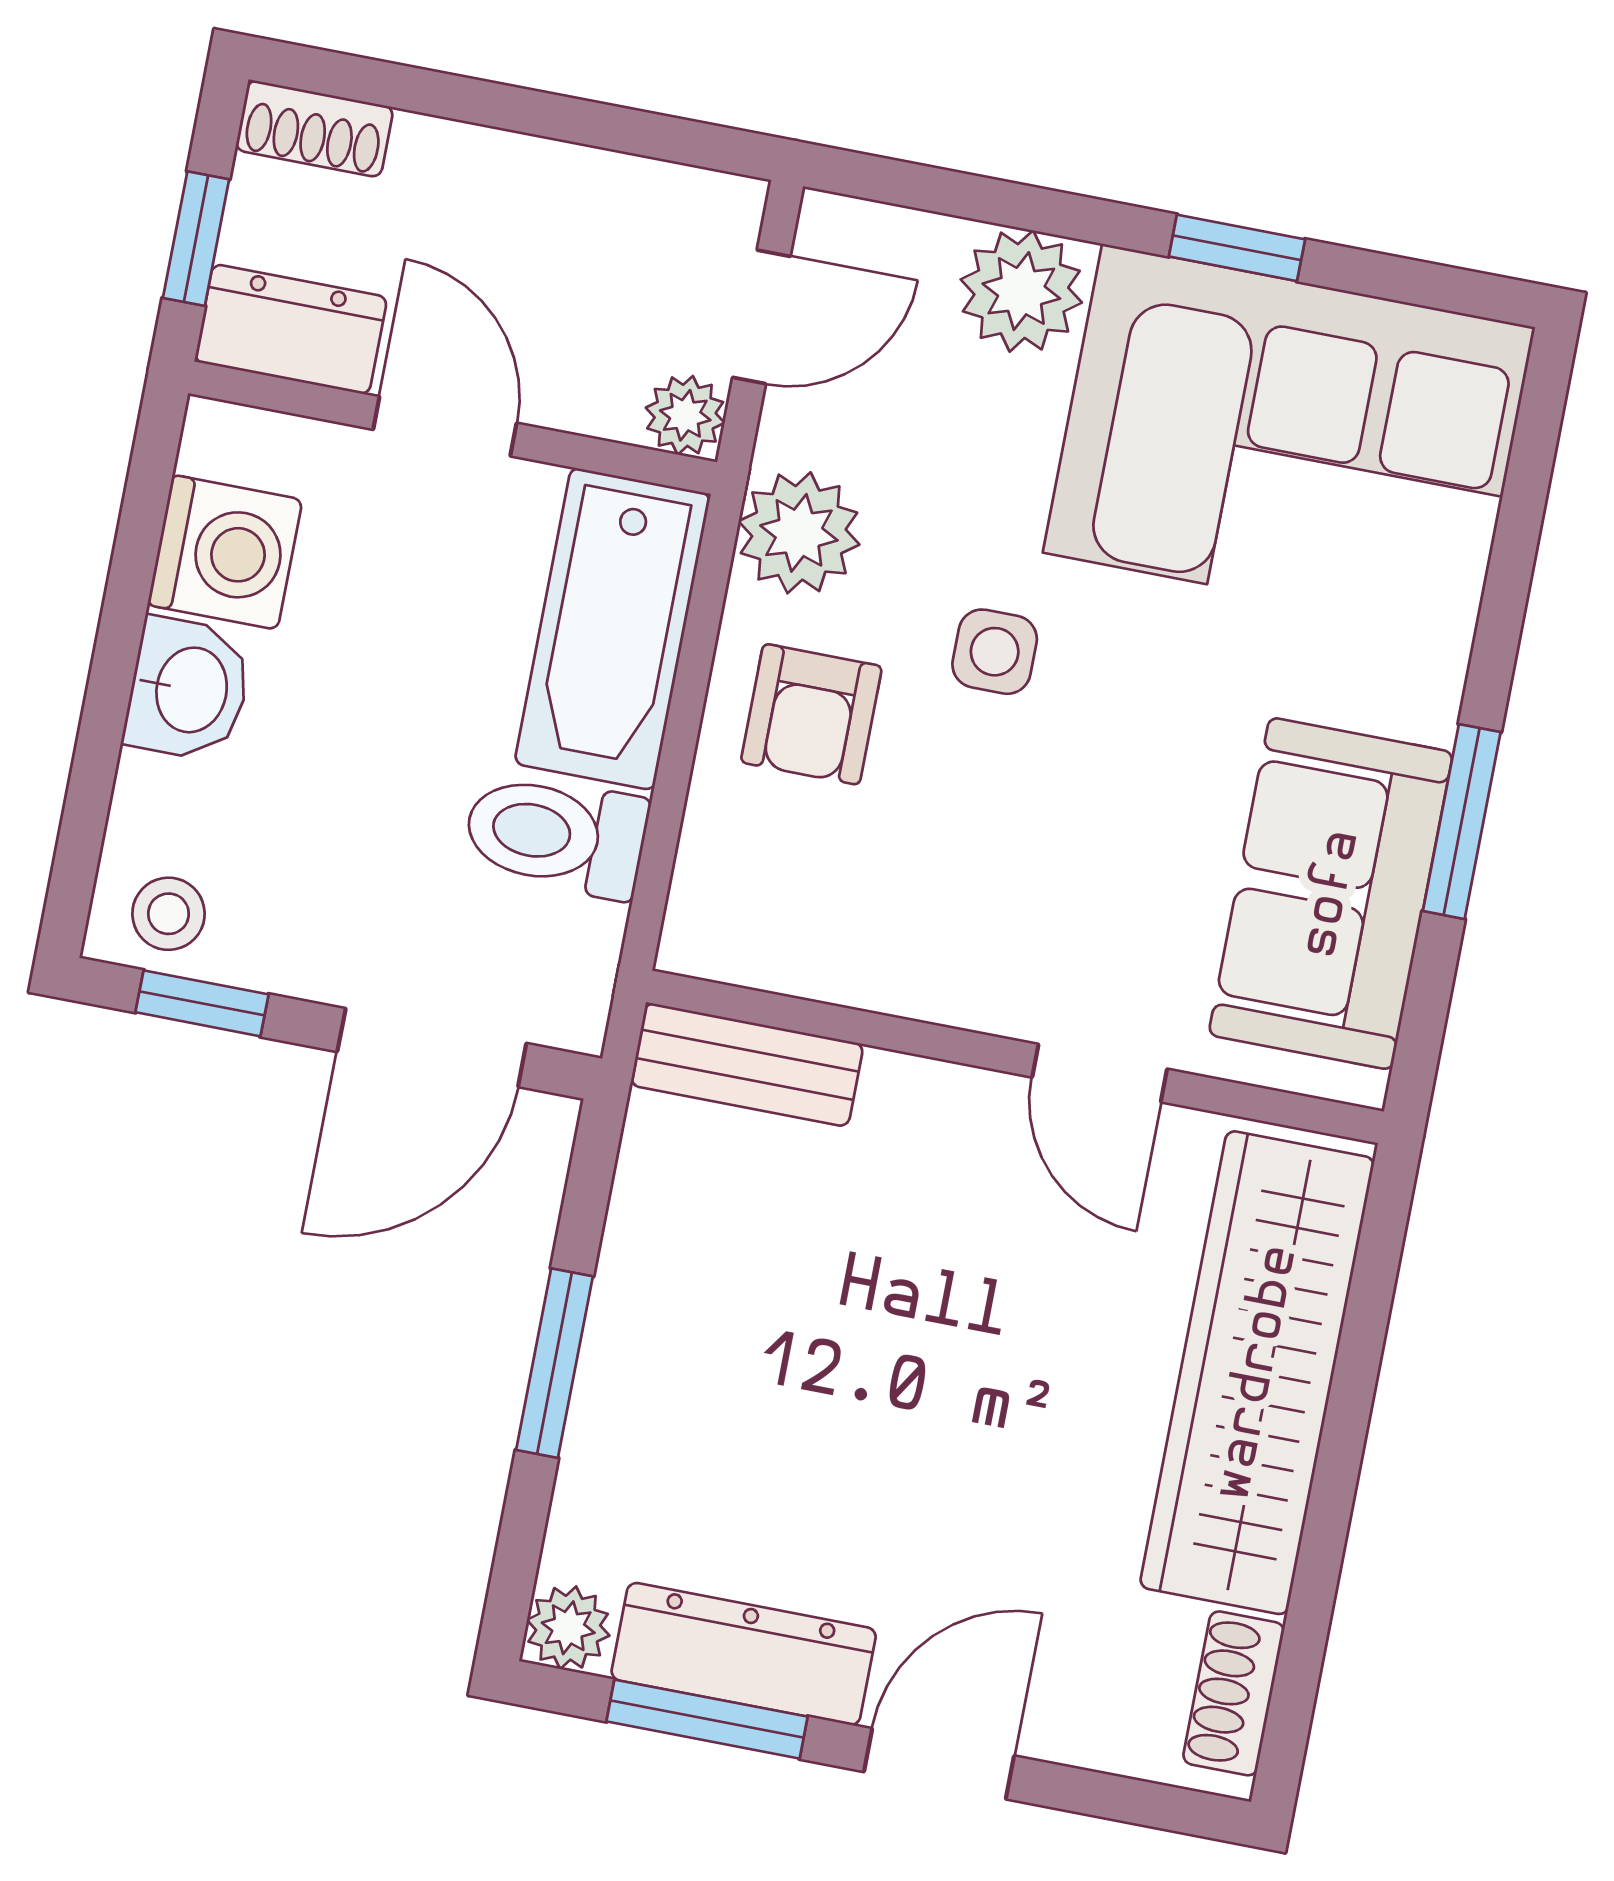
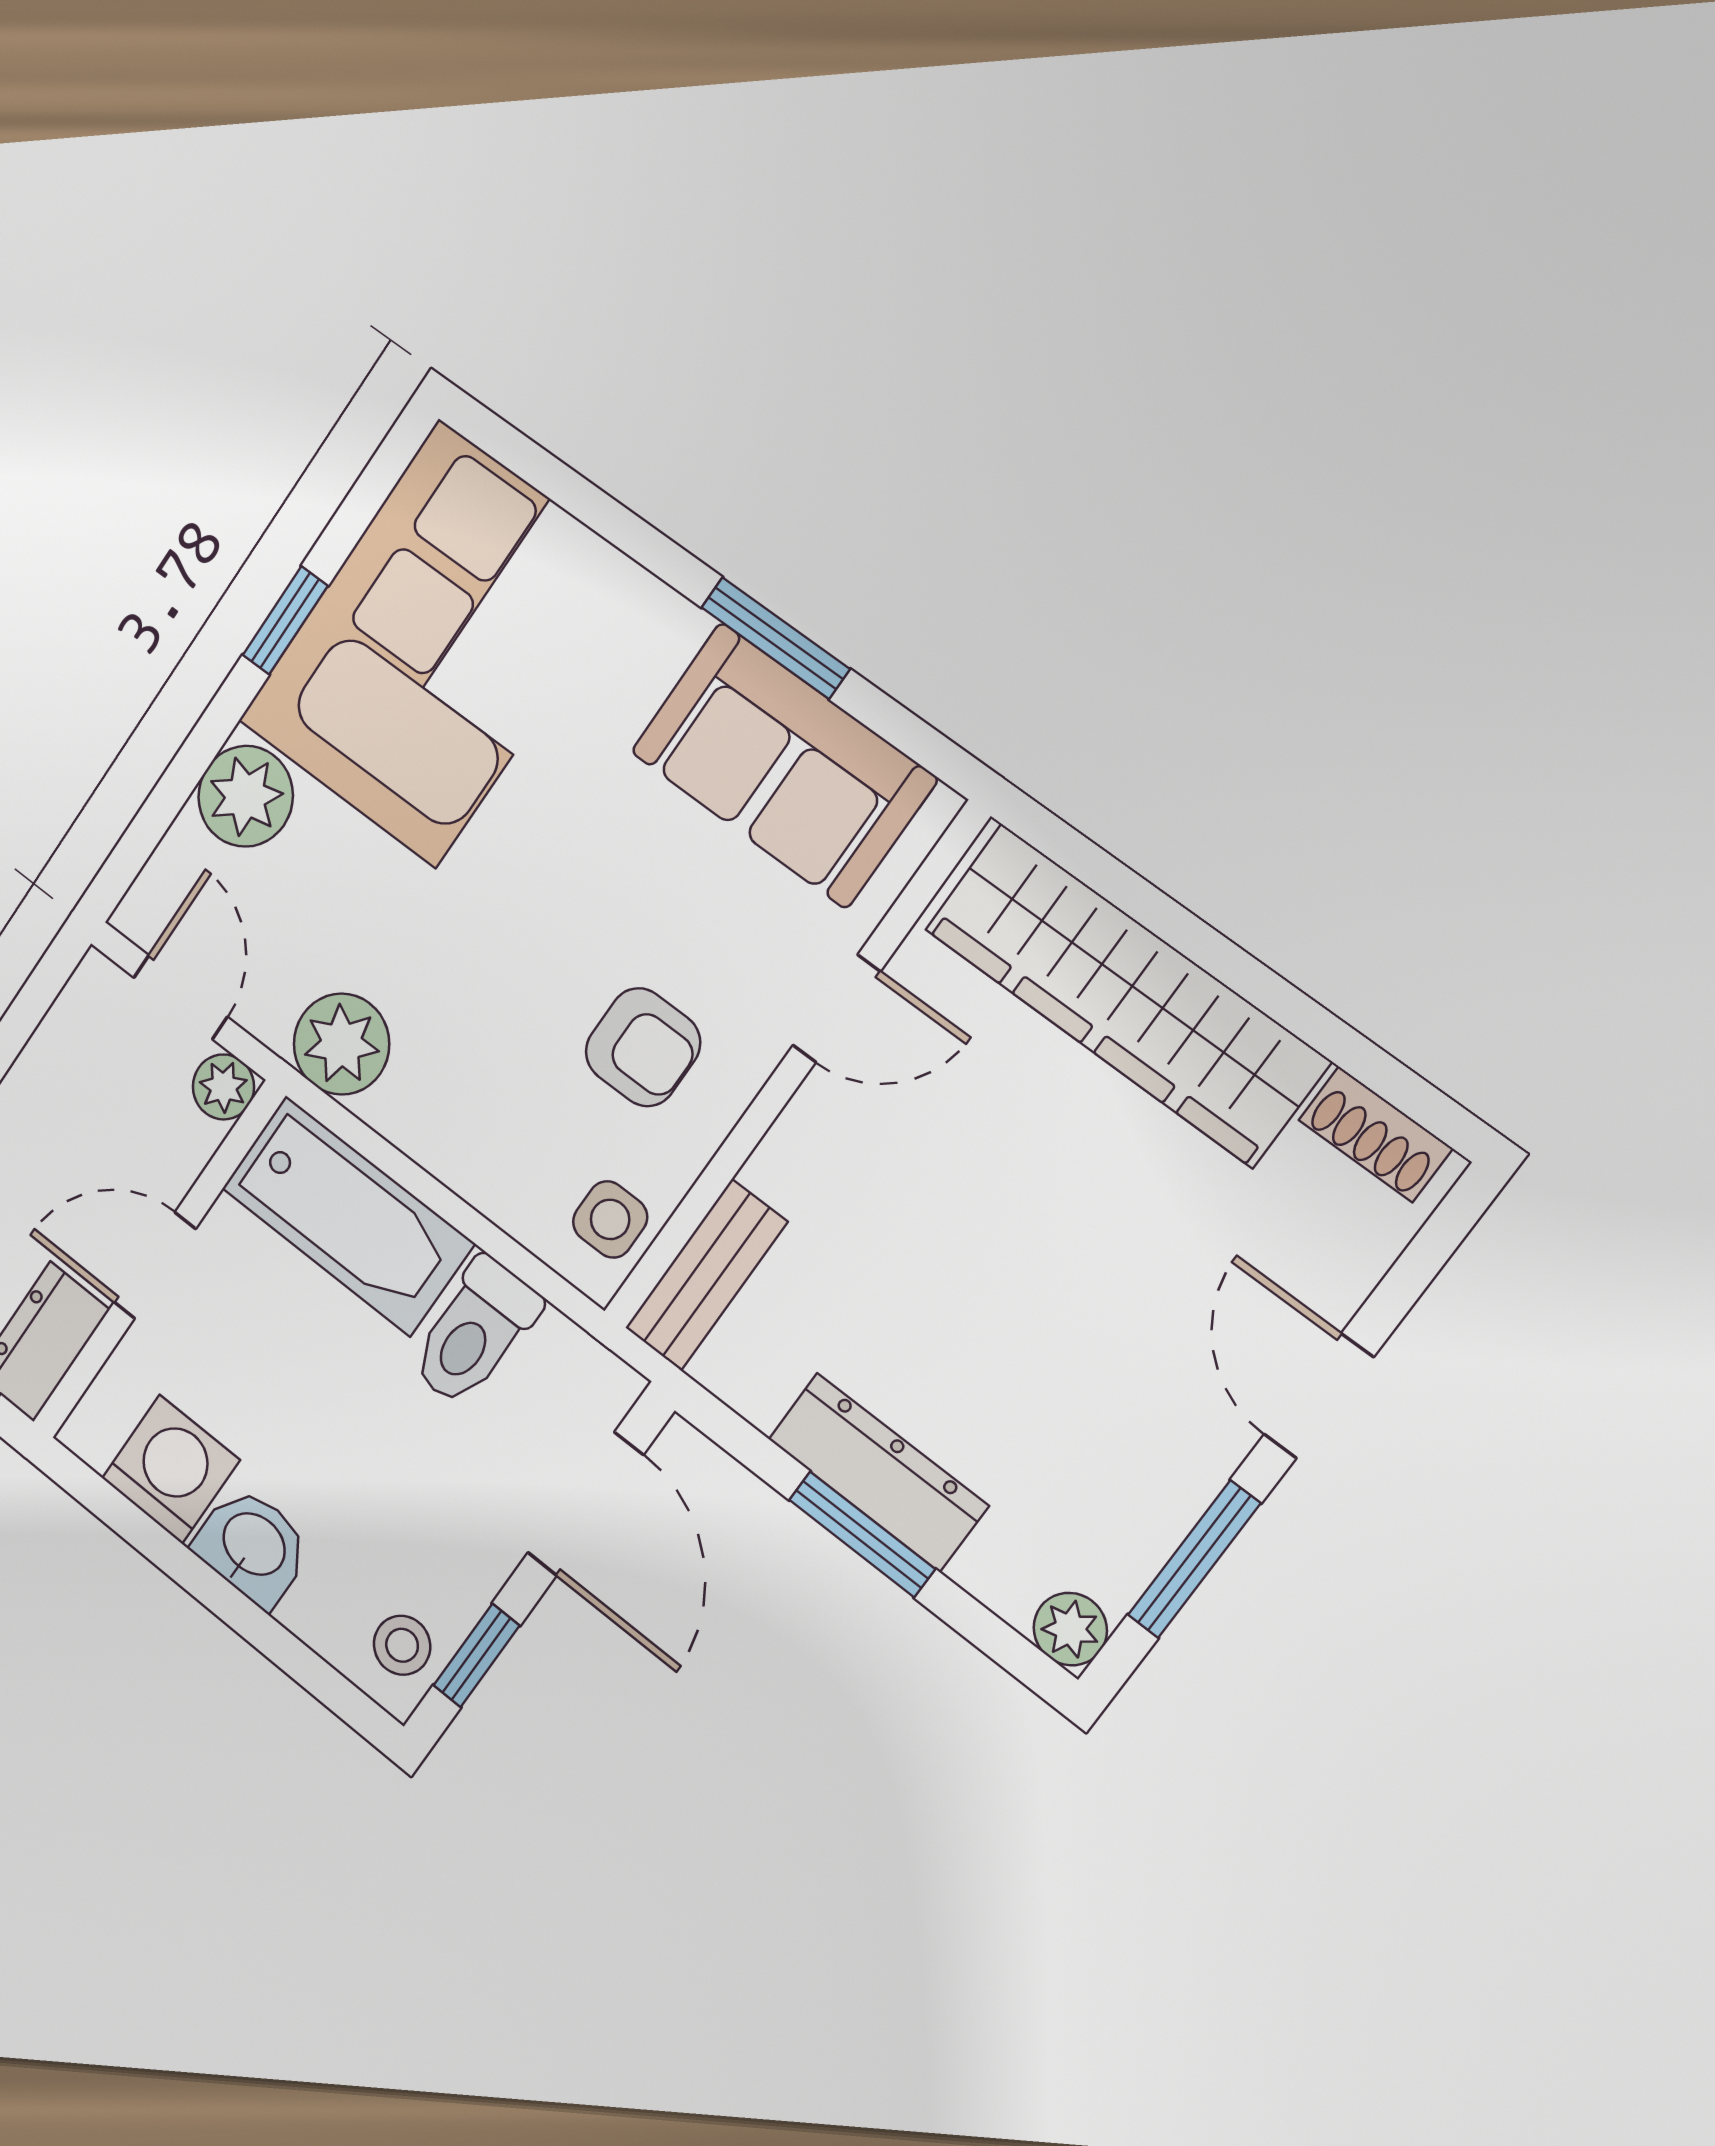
side table: (995, 652) -> (610, 1219), moved
armchair: (811, 714) -> (643, 1047), moved
dresser: (744, 1654) -> (878, 1472), moved, turned 90

